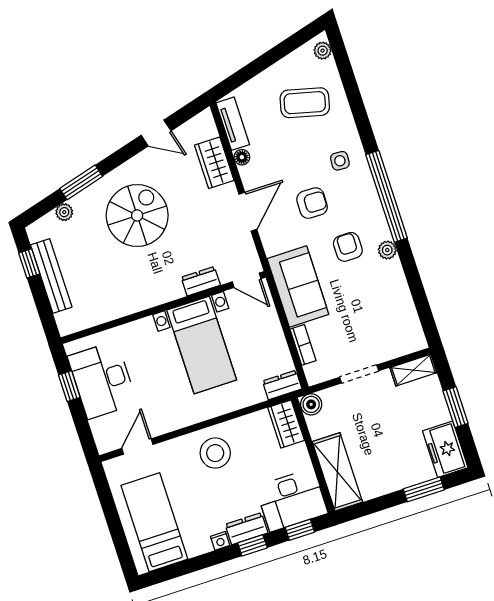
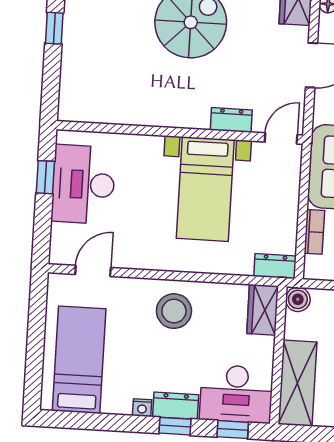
bench: (51, 276) -> (73, 51), removed
door: (247, 280) -> (281, 138), swing flipped

